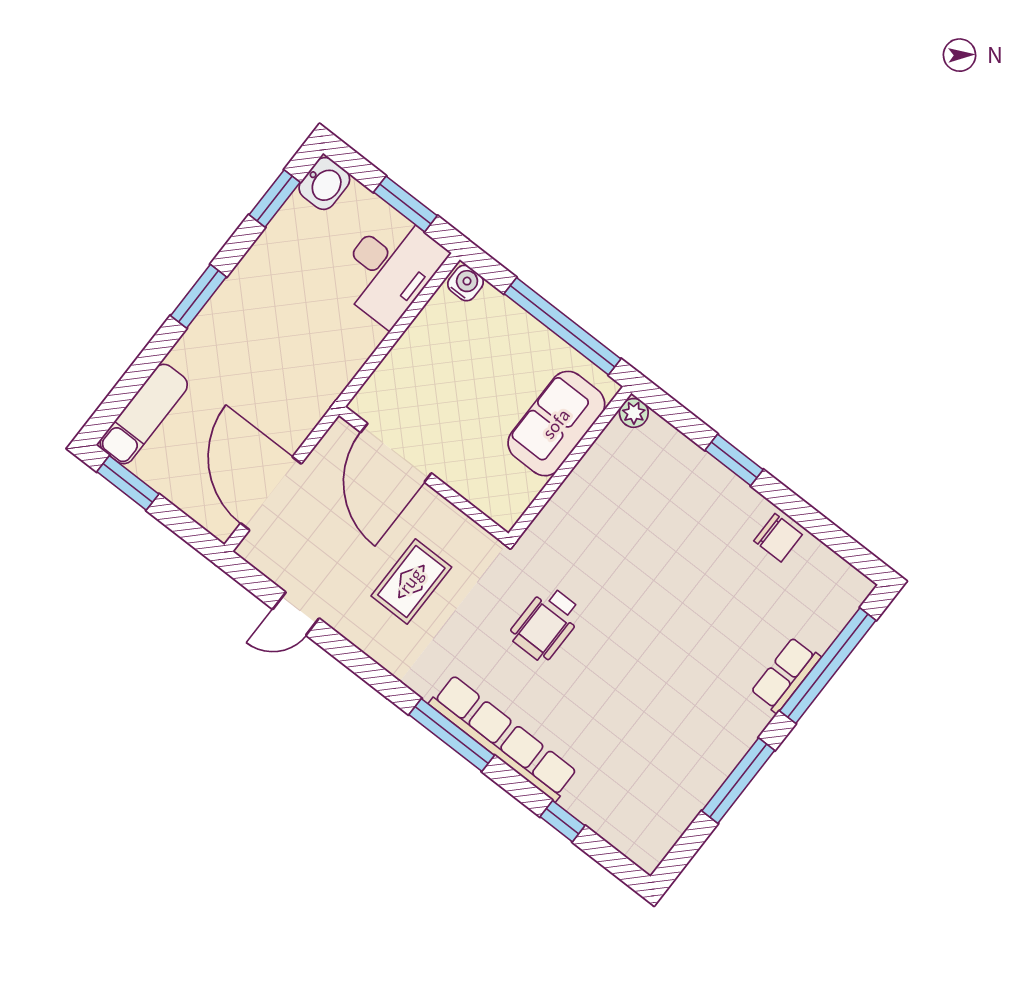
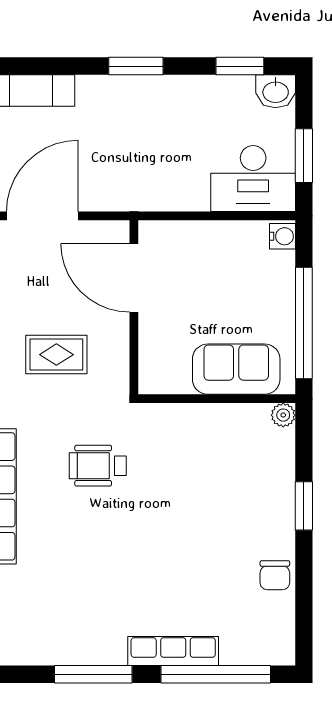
door: (396, 453) -> (134, 278), hinge flipped
row of seats: (786, 675) -> (173, 651), width x1.48

